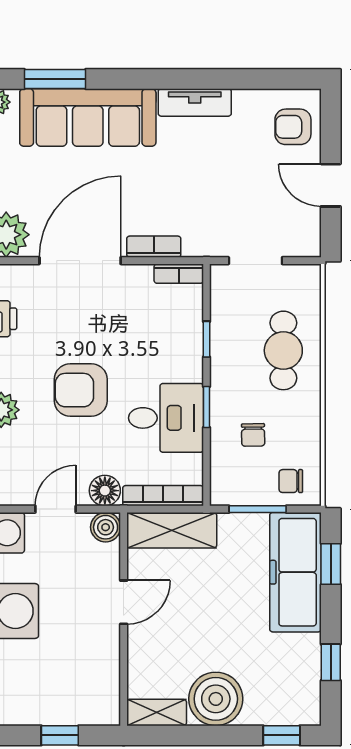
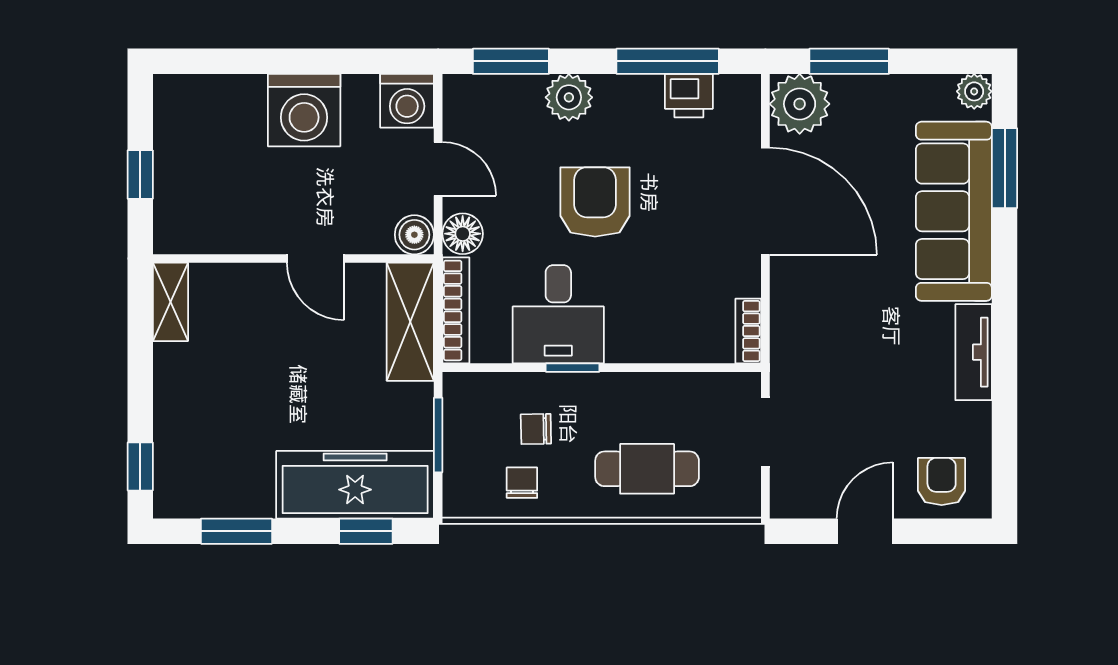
bookcase: (154, 247) -> (784, 298), removed
window: (206, 339) -> (662, 368), removed
chair: (291, 481) -> (522, 483), moved
window: (331, 662) -> (236, 531), width x1.50
boiler: (216, 699) -> (188, 380), removed

